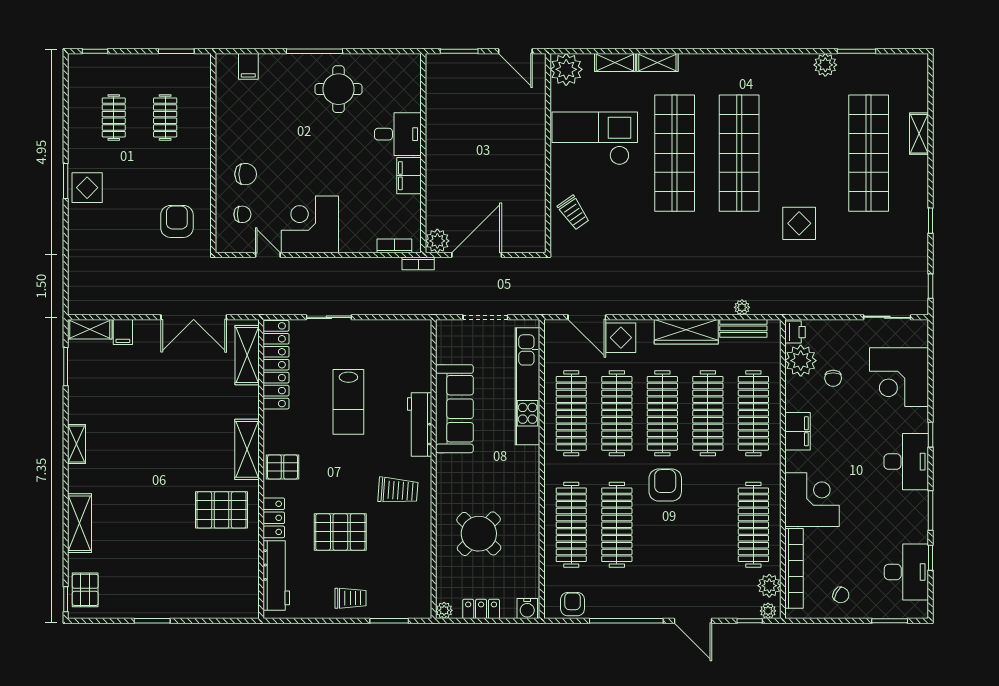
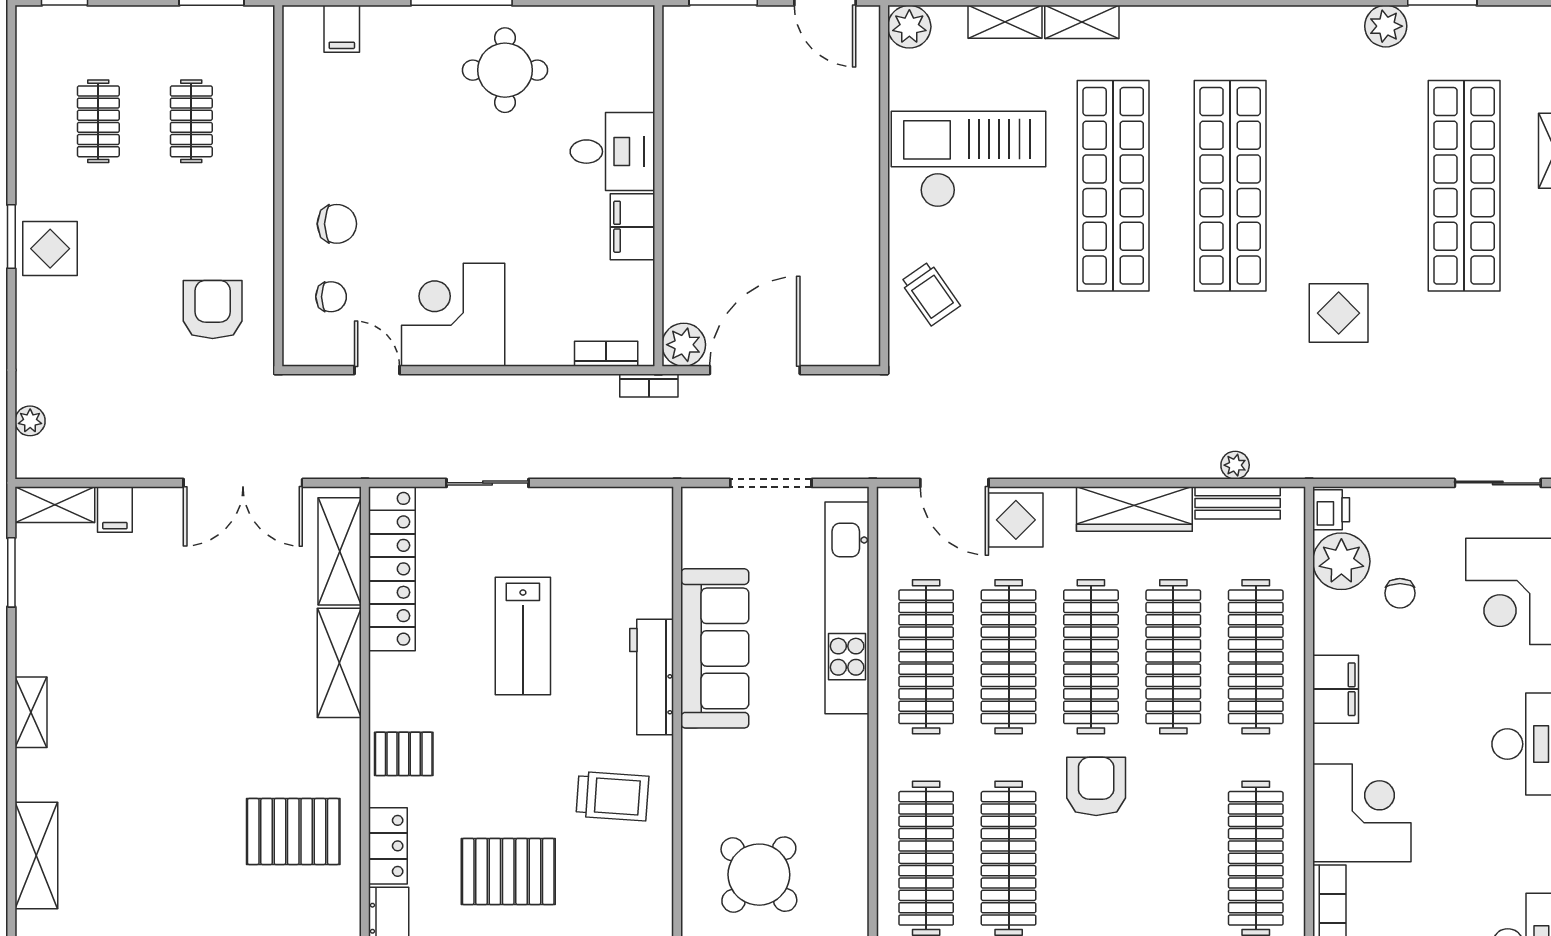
plant: (566, 69) -> (909, 27), width x0.73, depth x0.73
plant: (76, 283) -> (30, 421), added
shelving: (247, 449) -> (339, 663), moved

